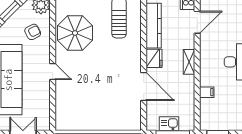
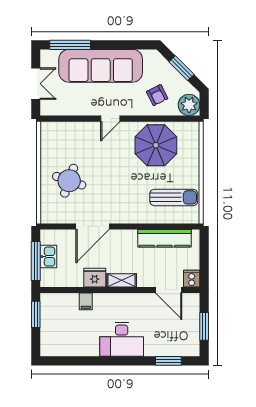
fridge: (154, 58) -> (95, 278), moved, turned 180
round table: (105, 106) -> (69, 181), added

